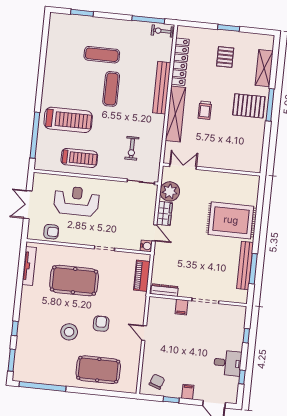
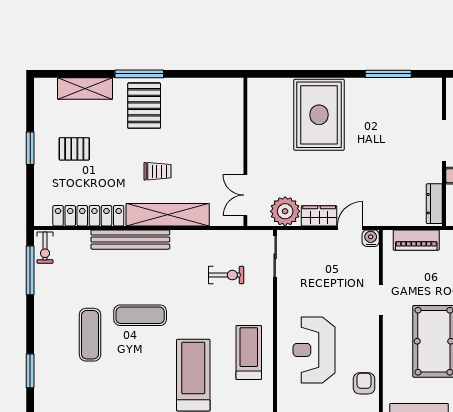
bench: (245, 266) -> (385, 87), removed

